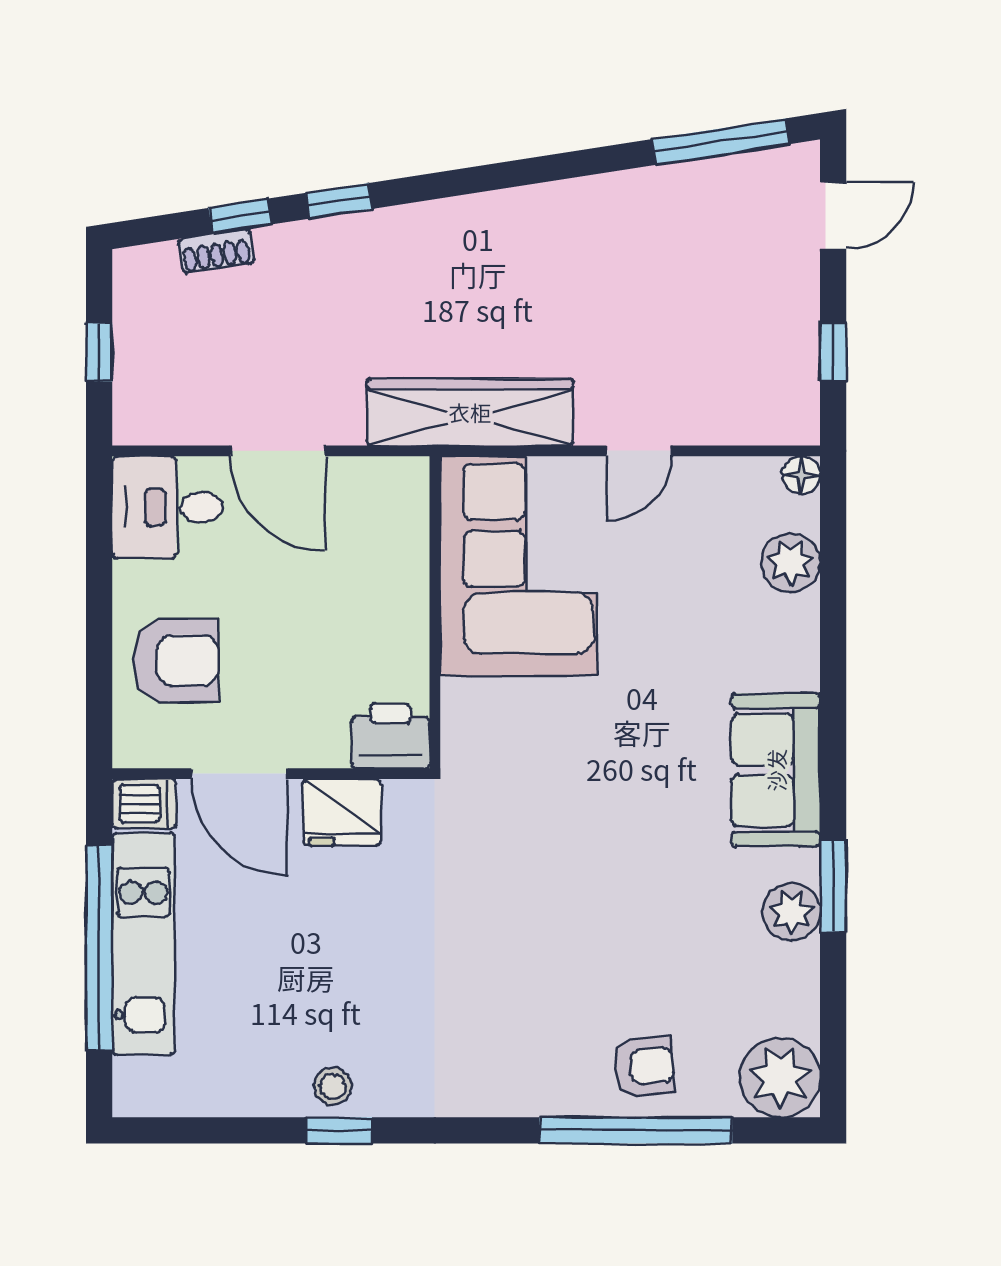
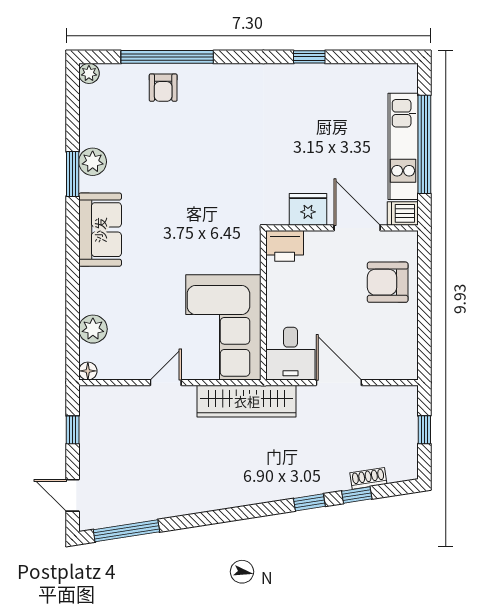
door: (833, 215) -> (73, 495), hinge flipped
desk: (167, 507) -> (290, 354), moved, turned 90
armchair: (644, 1066) -> (163, 88), turned -84
plant: (780, 1077) -> (89, 73), width x0.53, depth x0.53
stool: (333, 1086) -> (312, 78), removed

